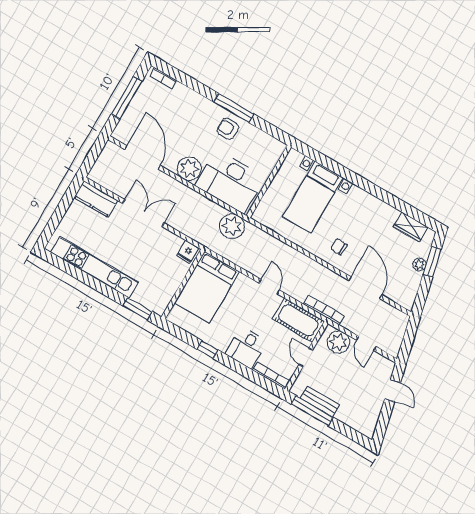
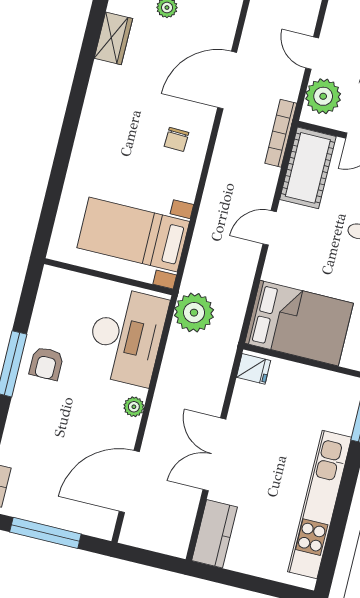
plant: (189, 169) -> (134, 407), width x0.53, depth x0.53
bed with nightstands: (313, 197) -> (133, 235), moved, turned 180
door: (366, 343) -> (312, 53), swing flipped

